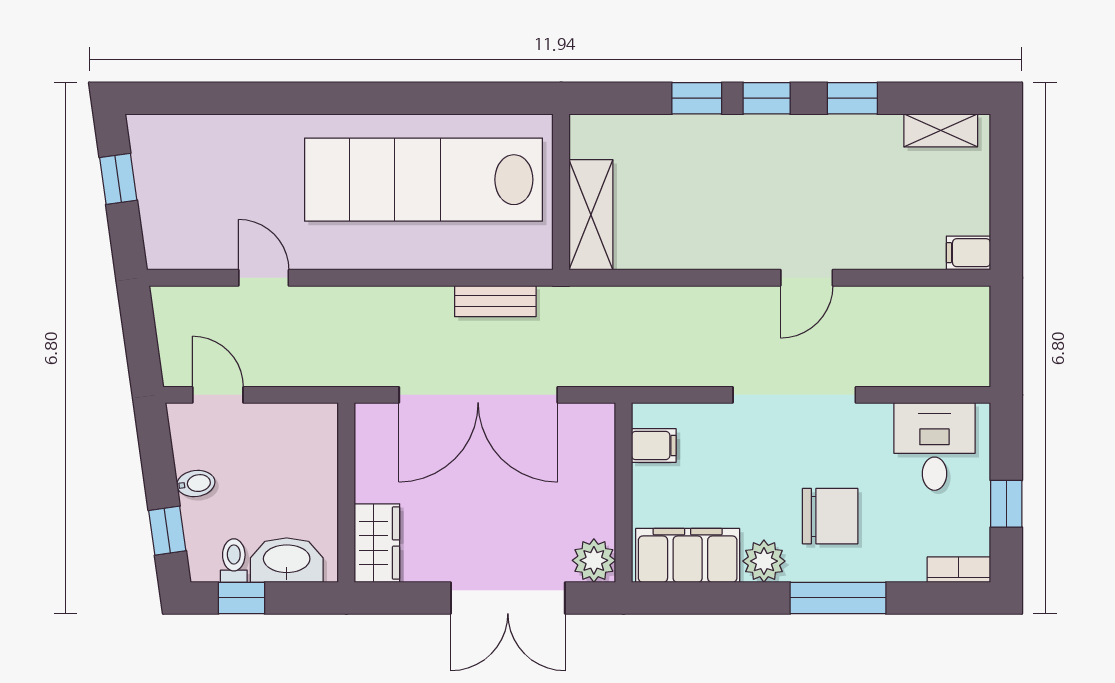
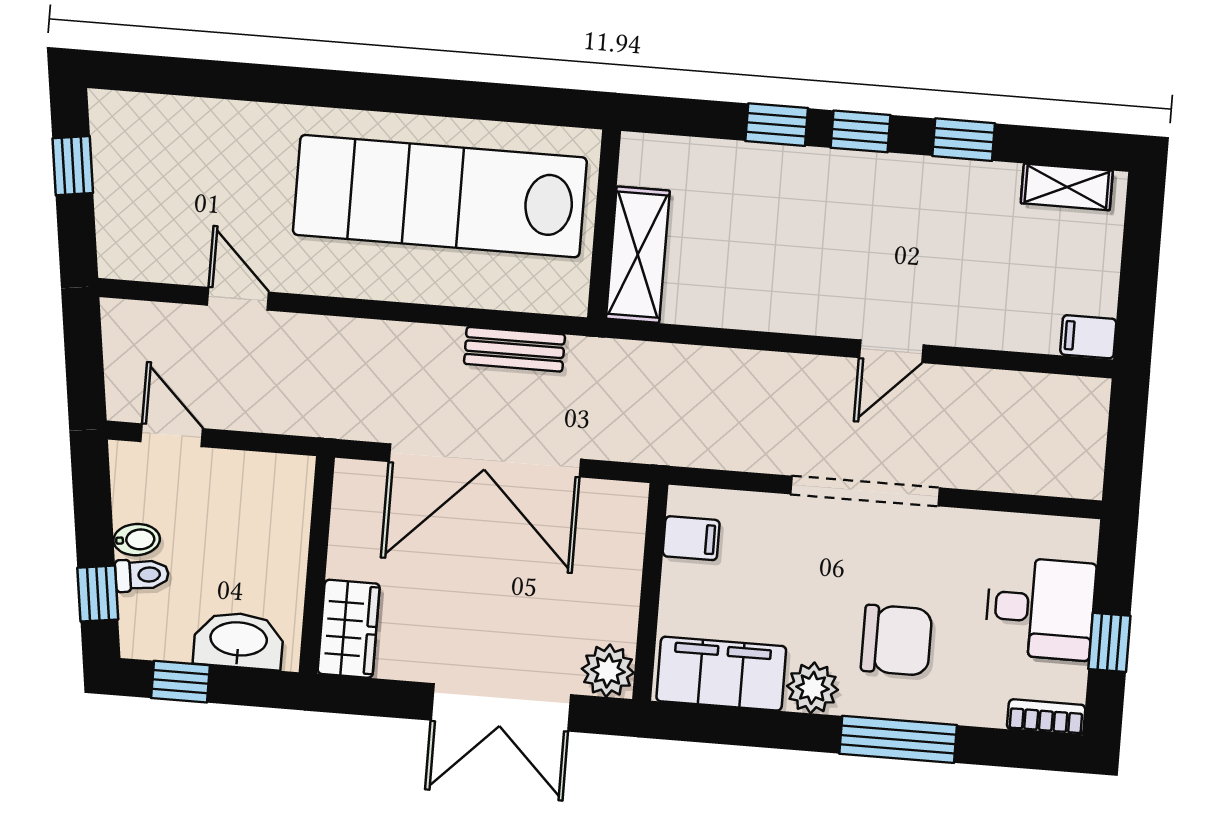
desk: (934, 446) -> (1040, 608), moved, turned 90
toilet: (234, 561) -> (142, 575), moved, turned 82

